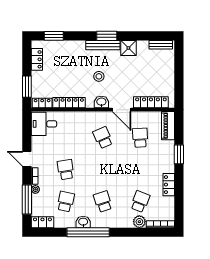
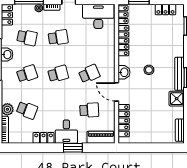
door: (122, 110) -> (117, 92), hinge flipped
desk: (44, 124) -> (98, 16), width x1.37
desk: (162, 161) -> (66, 132), added
school desk: (103, 170) -> (58, 74), added

